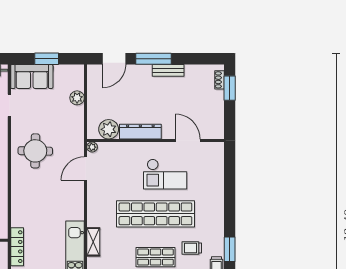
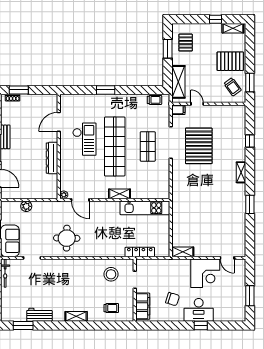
plant: (109, 129) -> (50, 182), removed
shelving: (93, 242) -> (120, 194), moved
trolley: (192, 248) -> (141, 119), removed
window: (230, 249) -> (106, 90), moved

